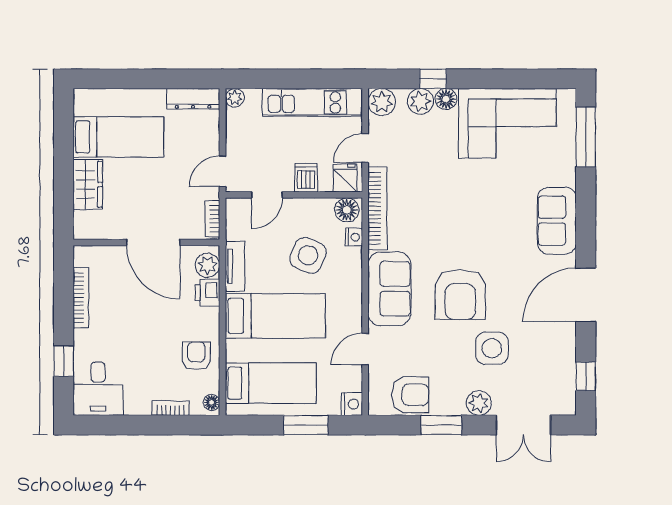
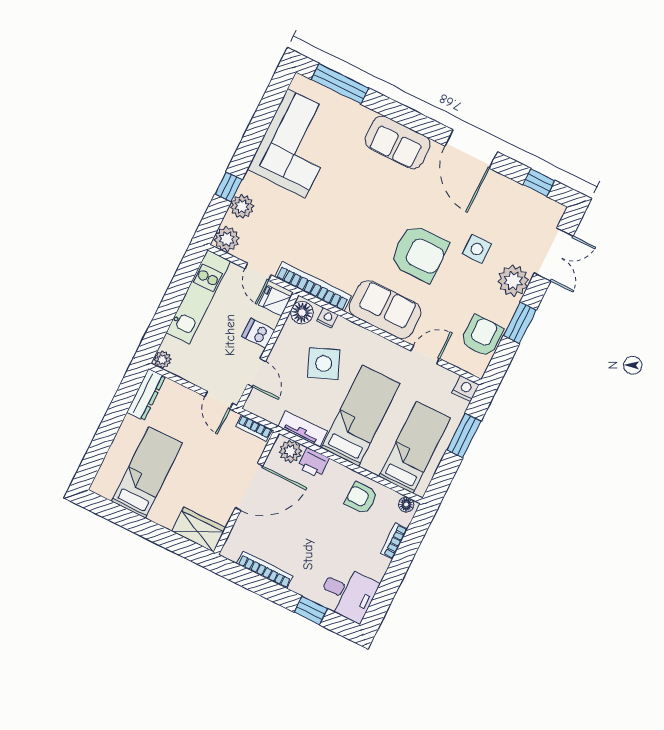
floor lamp: (446, 99) -> (251, 184), removed
wardrobe: (88, 184) -> (199, 530), moved
side table: (308, 255) -> (324, 364), turned 45
side table: (492, 348) -> (477, 249), width x0.73, depth x0.73
door: (365, 349) -> (425, 355), swing flipped
plant: (479, 403) -> (513, 281), width x1.36, depth x1.36

